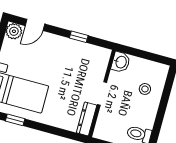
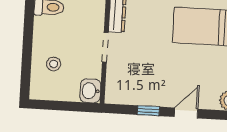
door: (35, 25) -> (186, 113), moved

